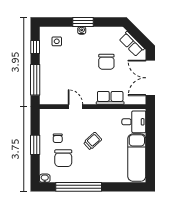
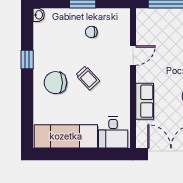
chair: (63, 158) -> (55, 83), moved
window: (79, 187) -> (27, 60), width x0.32

